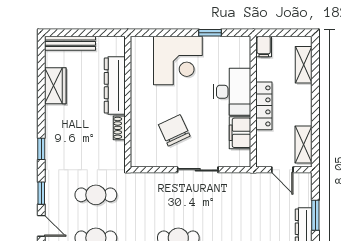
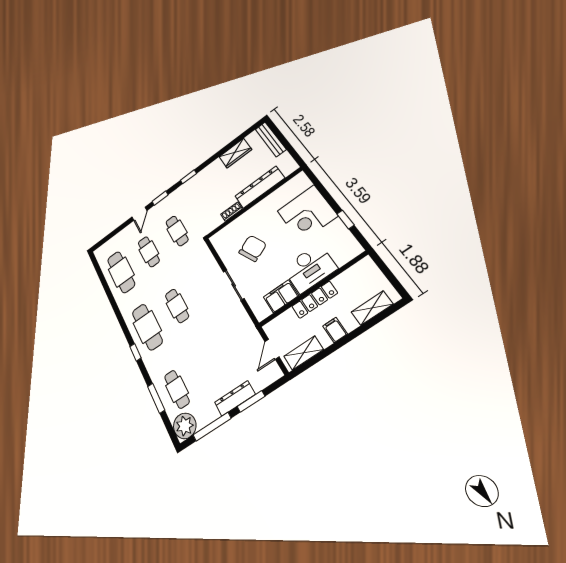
filing cabinet: (264, 47) -> (335, 330), moved, turned 90

